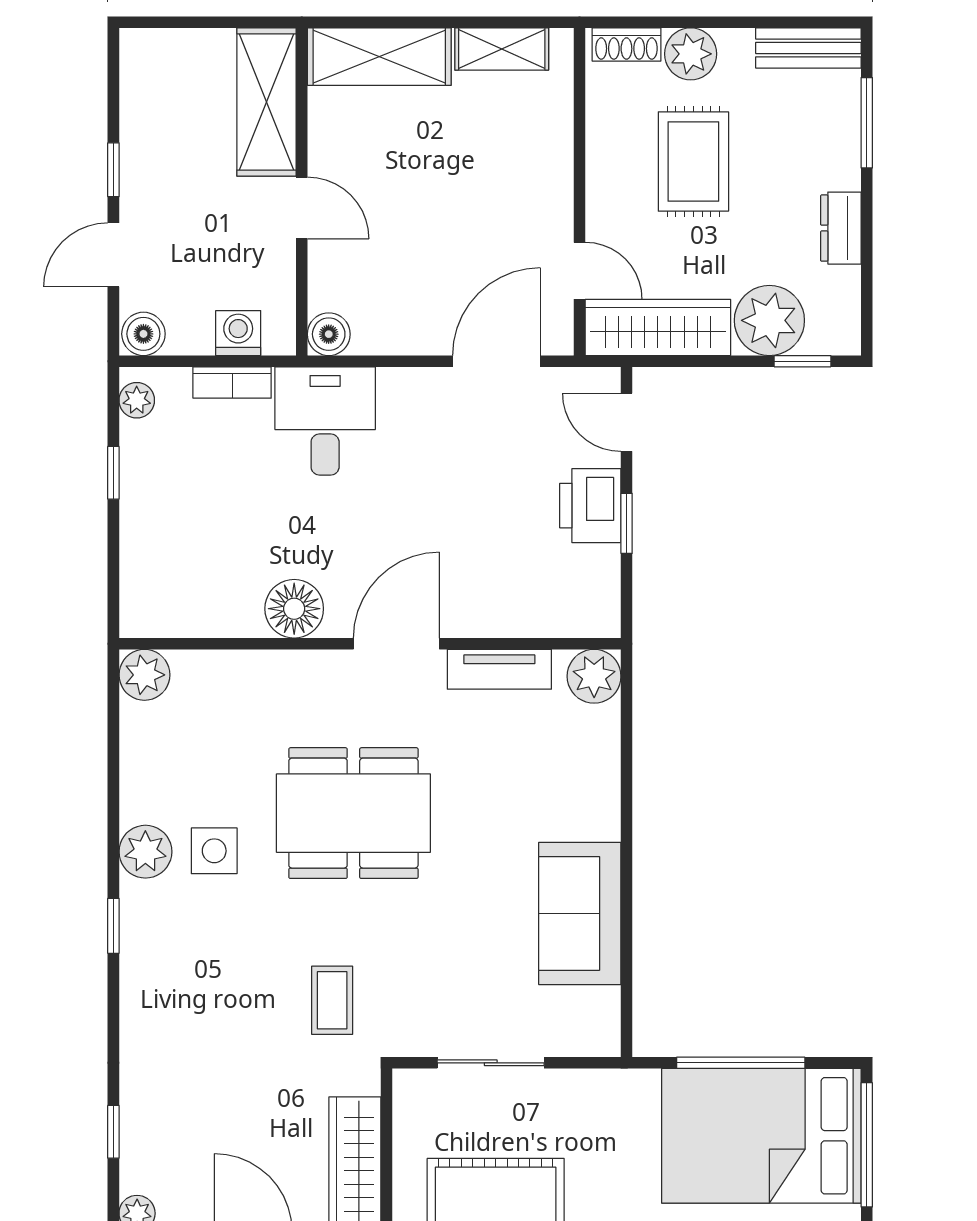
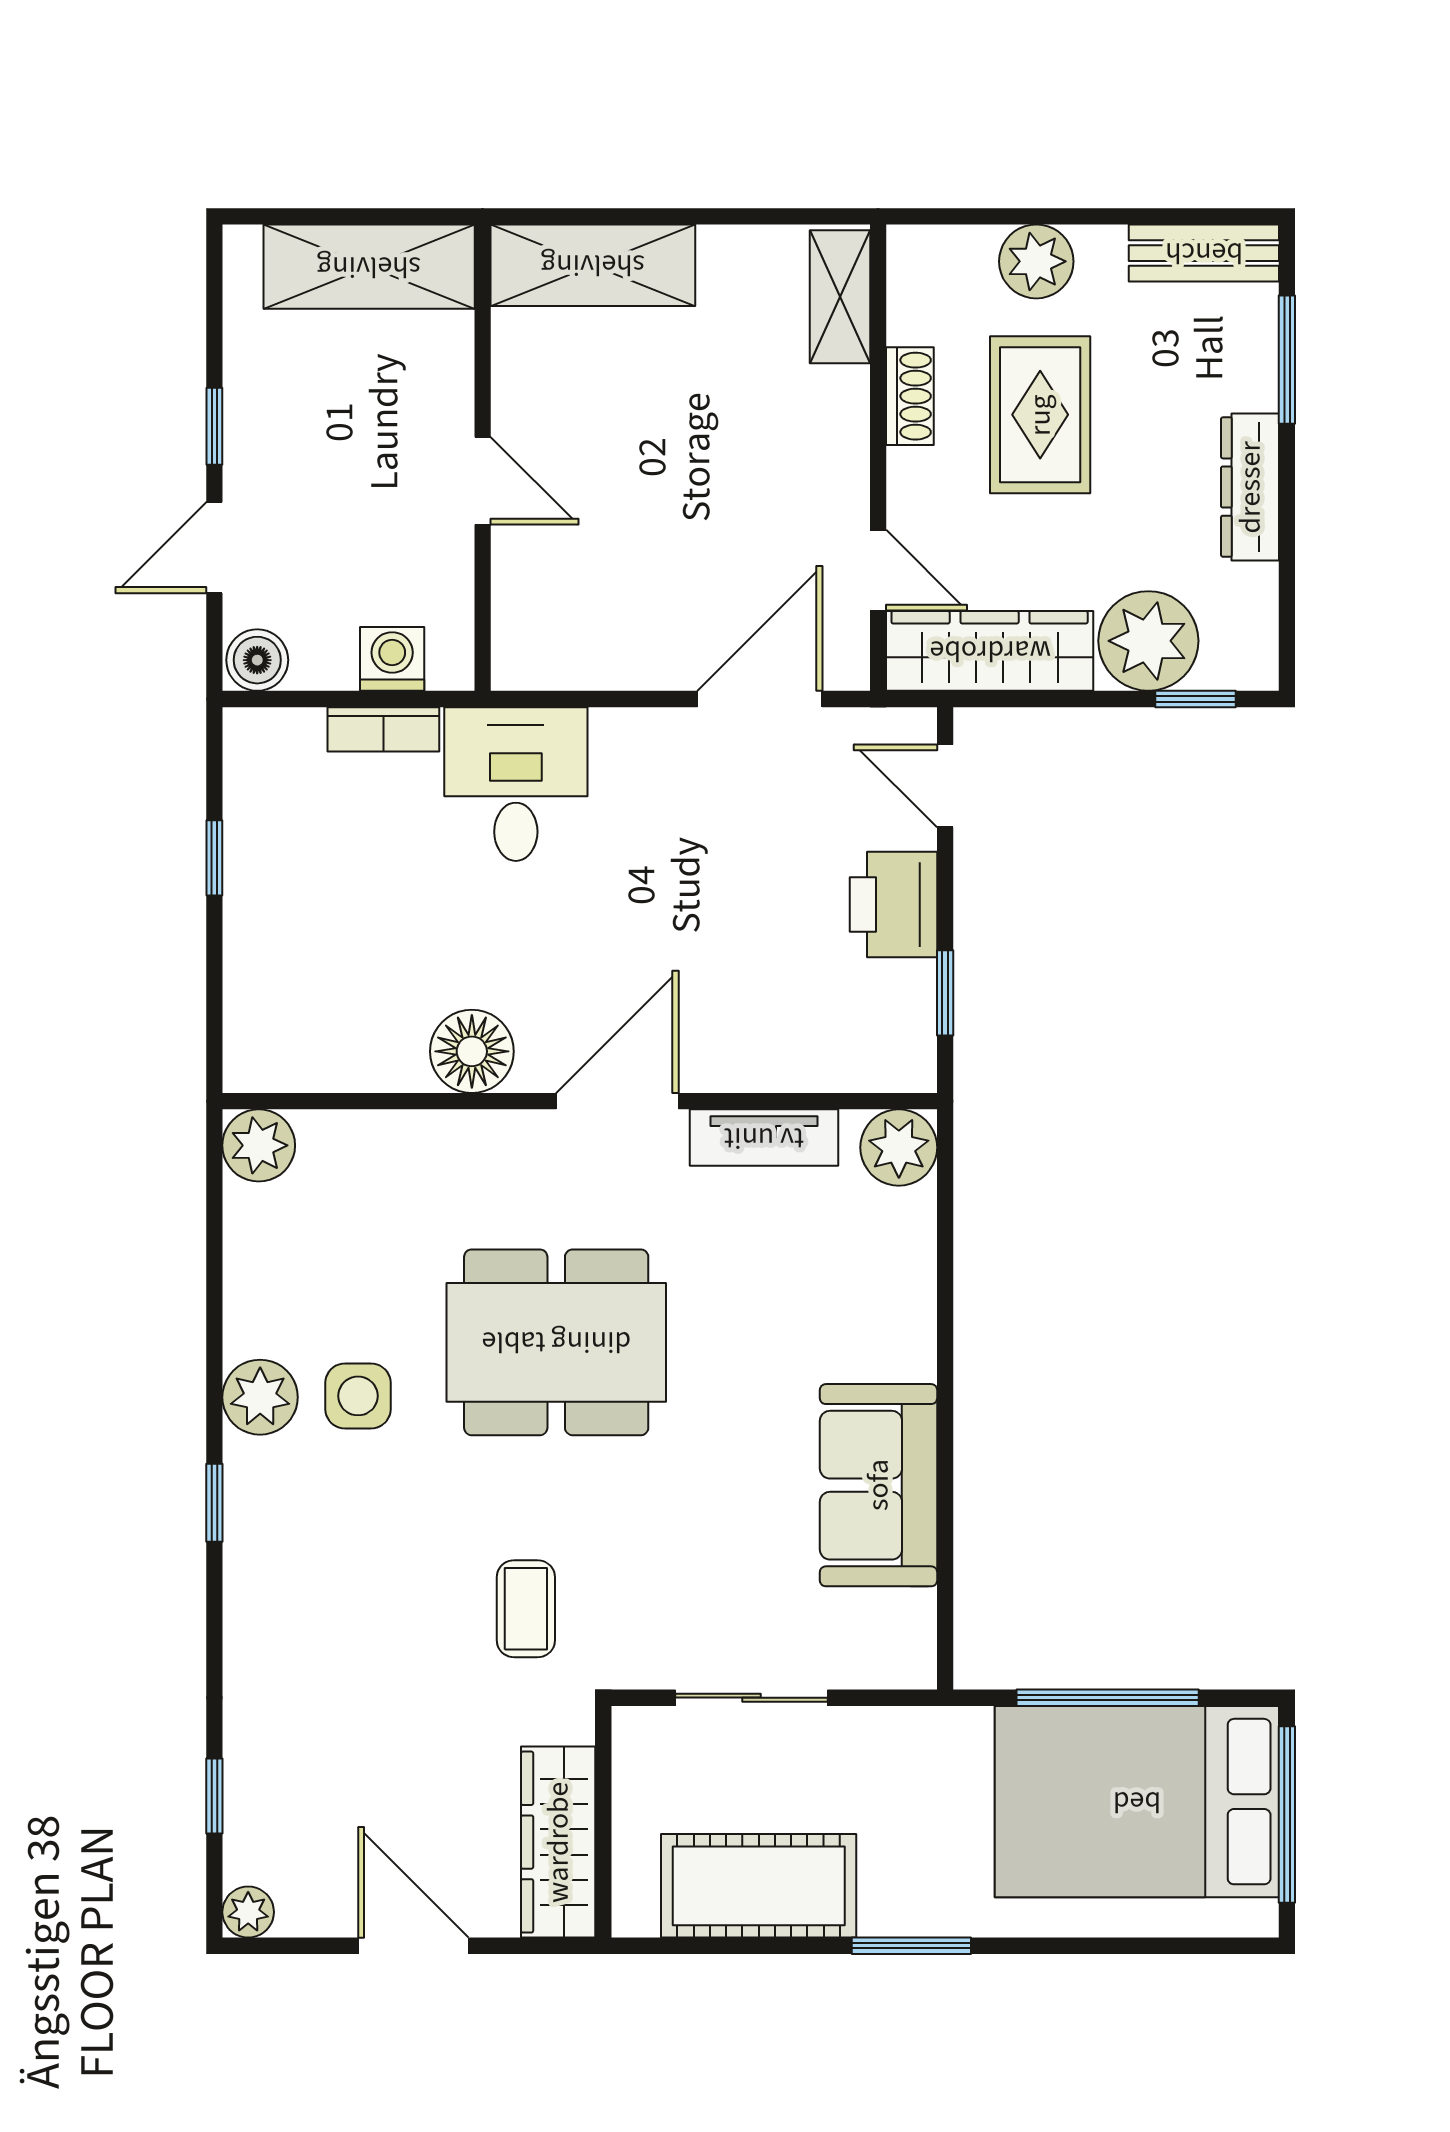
shoe rack: (626, 45) -> (910, 396), moved, turned -90
shelving: (502, 49) -> (840, 297), moved, turned 90
shelving: (266, 102) -> (369, 267), moved, turned 90
dresser: (841, 228) -> (1250, 487), width x1.44
boiler: (329, 334) -> (521, 660), removed
plant: (137, 400) -> (248, 755), removed
window: (627, 523) -> (945, 993), moved

